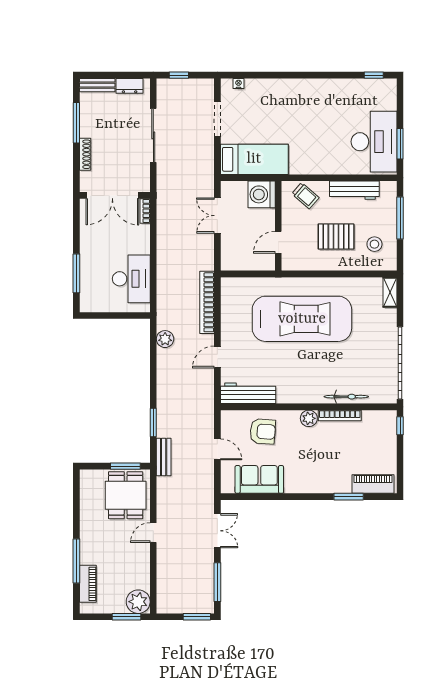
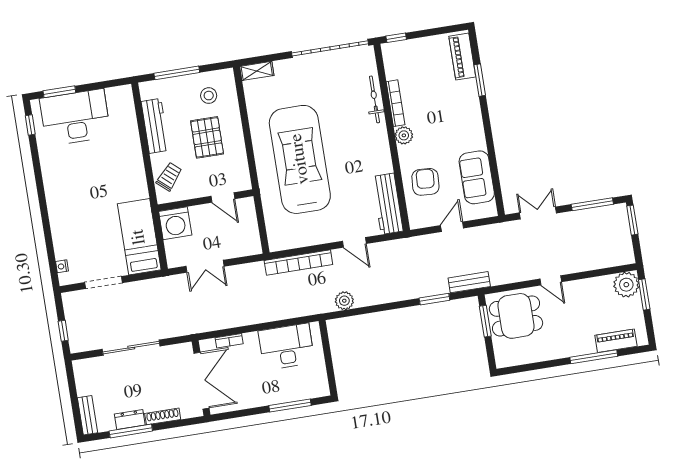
dresser: (130, 86) -> (130, 420), moved, turned -90
desk: (374, 142) -> (75, 117), moved
window: (400, 144) -> (59, 92), moved
bookcase: (145, 211) -> (229, 341), moved

